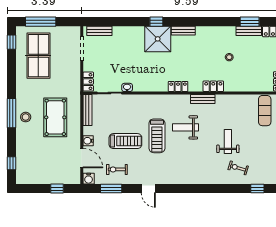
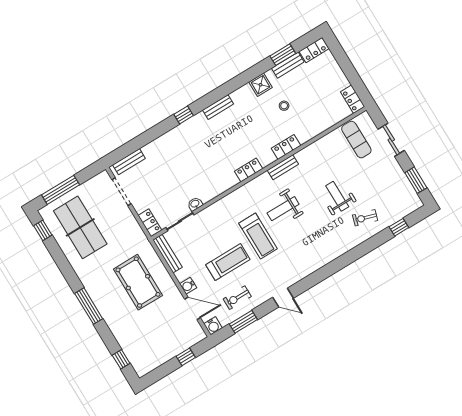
shower: (158, 39) -> (260, 85), moved, width x0.54, depth x0.54
stool: (26, 117) -> (106, 301), removed

